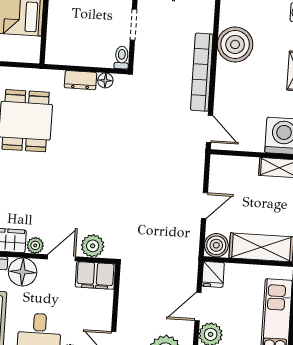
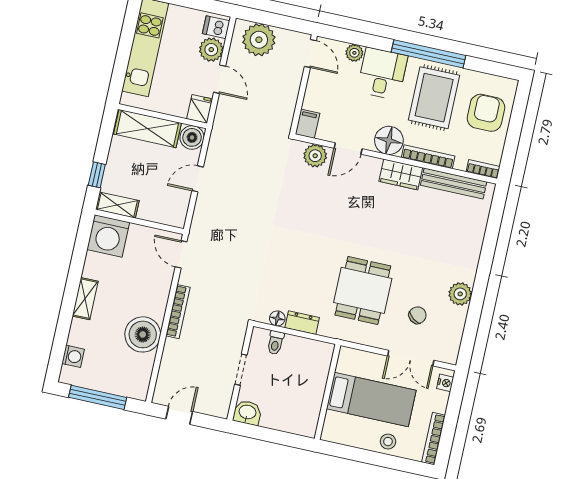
toilet: (122, 58) -> (275, 343), moved
bookcase: (202, 72) -> (178, 312), width x0.68, depth x0.76
plant: (35, 245) -> (372, 165), removed
filing cabinet: (95, 275) -> (307, 124), width x0.50
door: (198, 307) -> (220, 79), hinge flipped

